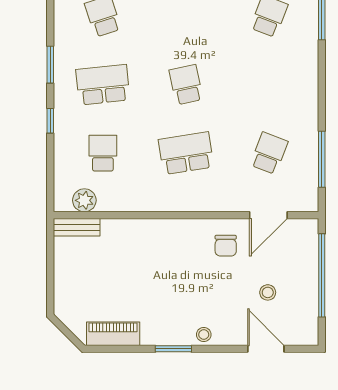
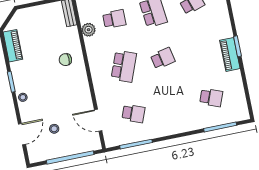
school desk: (186, 153) -> (124, 66), turned 30
plant: (84, 200) -> (89, 30), moved
chair: (226, 246) -> (65, 60), moved

